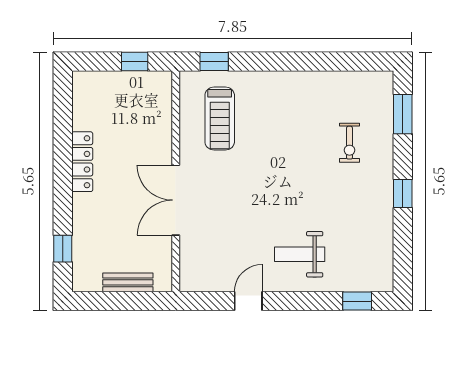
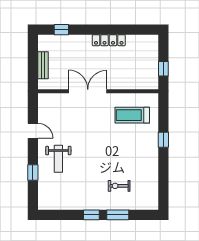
window: (214, 61) -> (163, 140), moved
window: (403, 114) -> (118, 215), moved
weight bench: (300, 254) -> (58, 159), turned 180
window: (357, 301) -> (33, 173), moved

